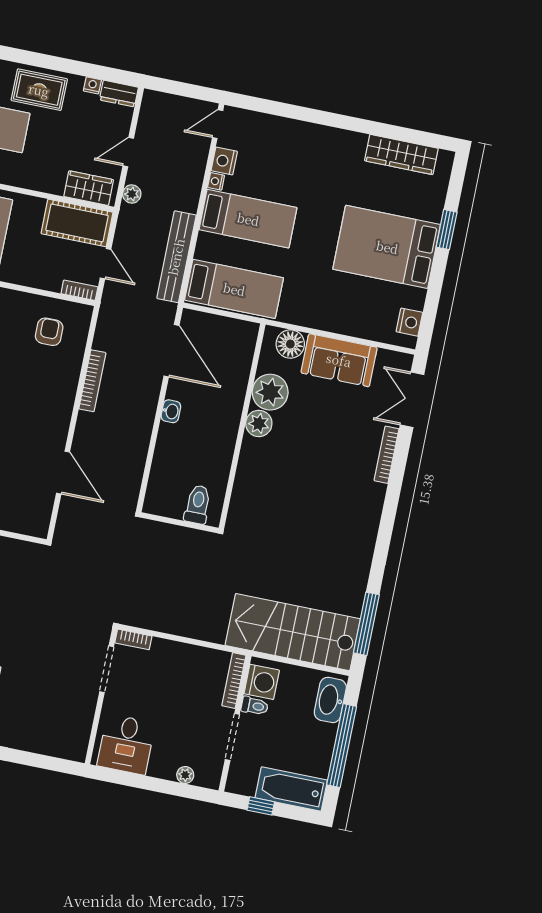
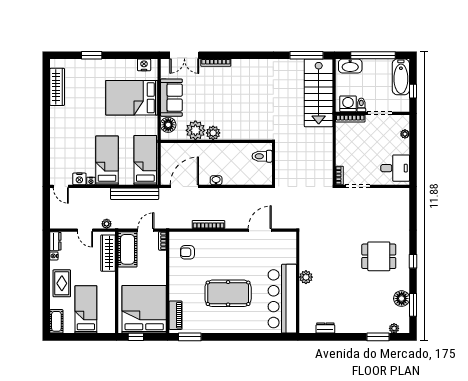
wardrobe: (89, 188) -> (108, 253), width x1.50
bed: (387, 247) -> (132, 98), moved, turned 90

